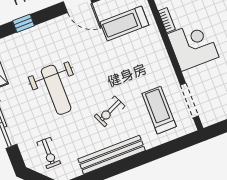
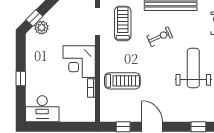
treadmill: (124, 23) -> (122, 81), moved
treadmill: (159, 110) -> (123, 24), turned 180

